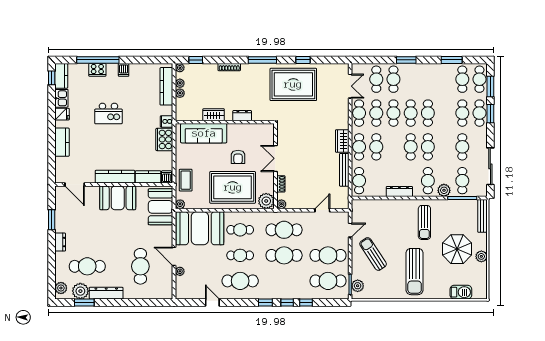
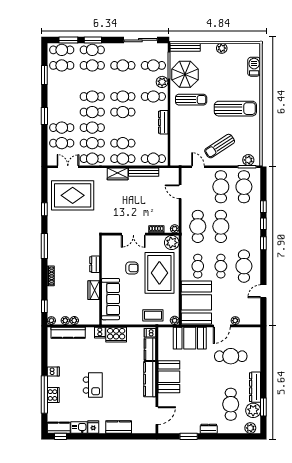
rug: (293, 84) -> (73, 195), moved, turned 90
booth: (161, 207) -> (190, 338), moved
parasol: (457, 249) -> (185, 74), moved

